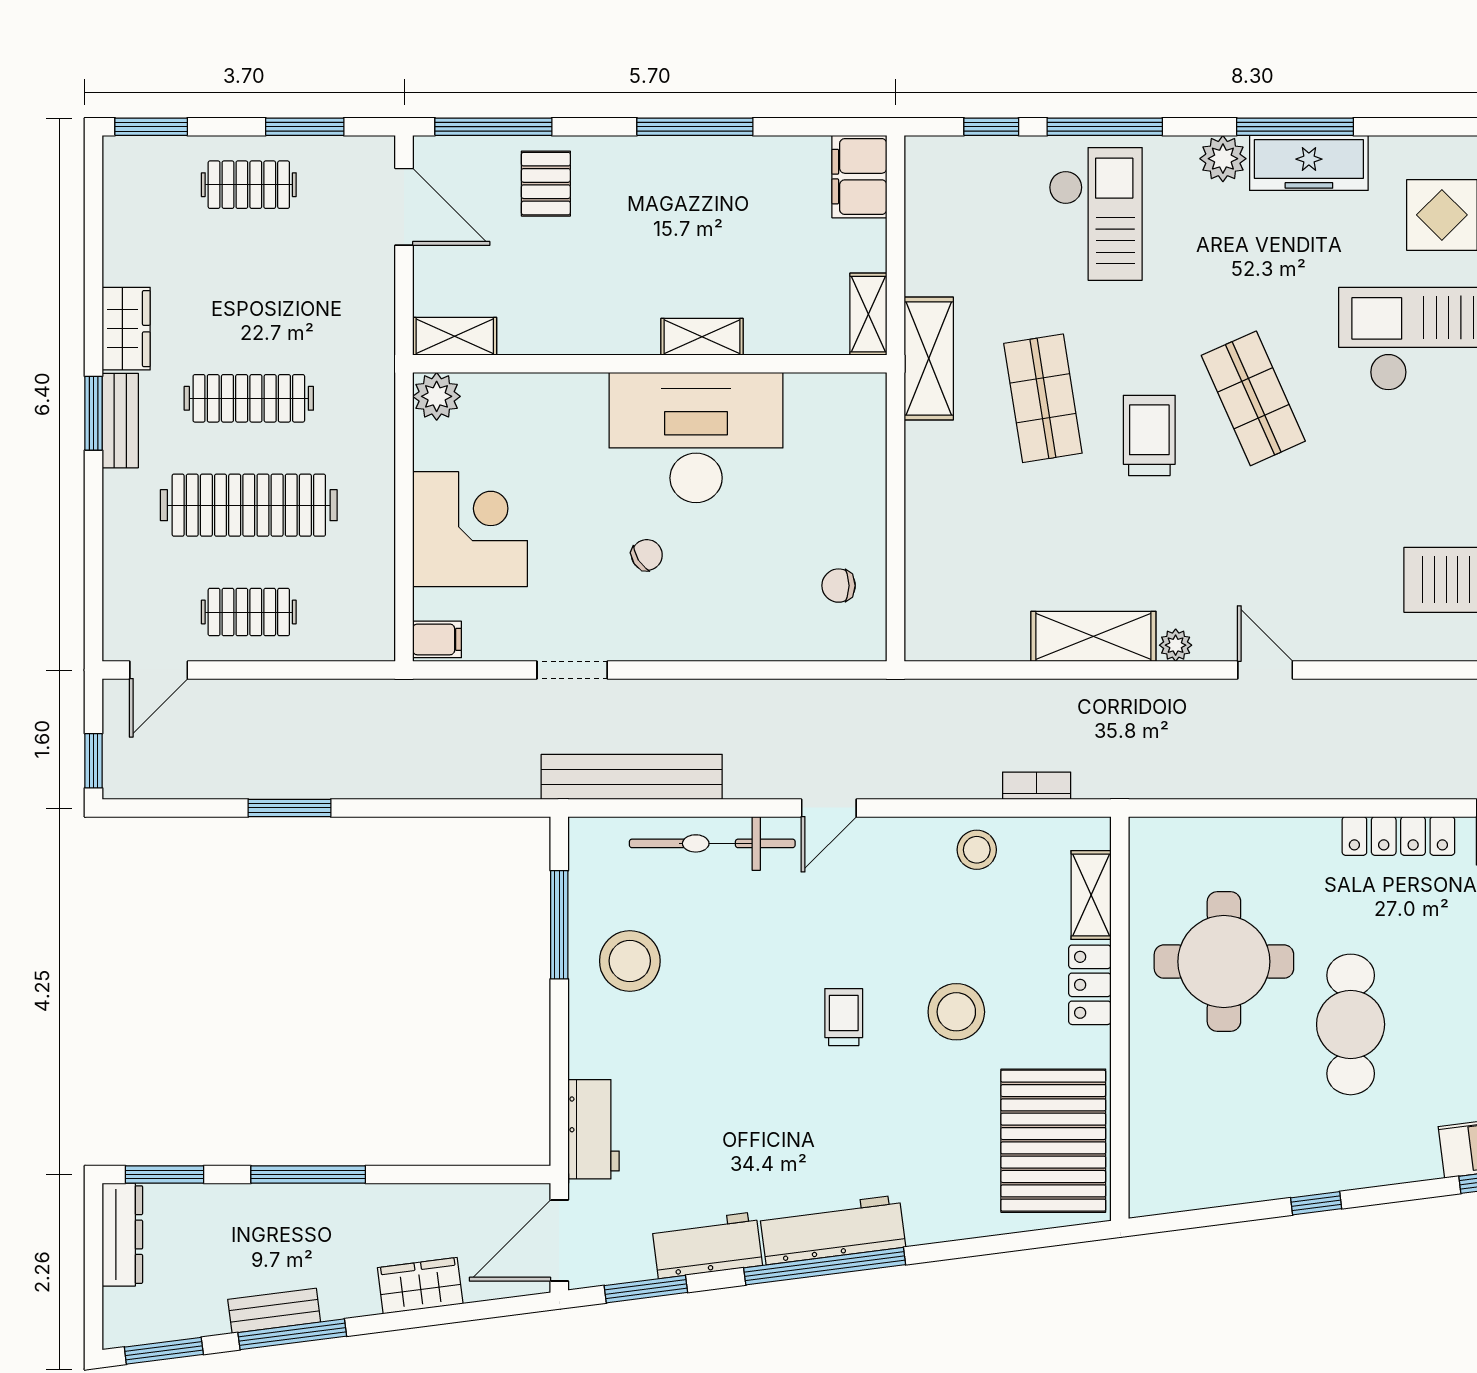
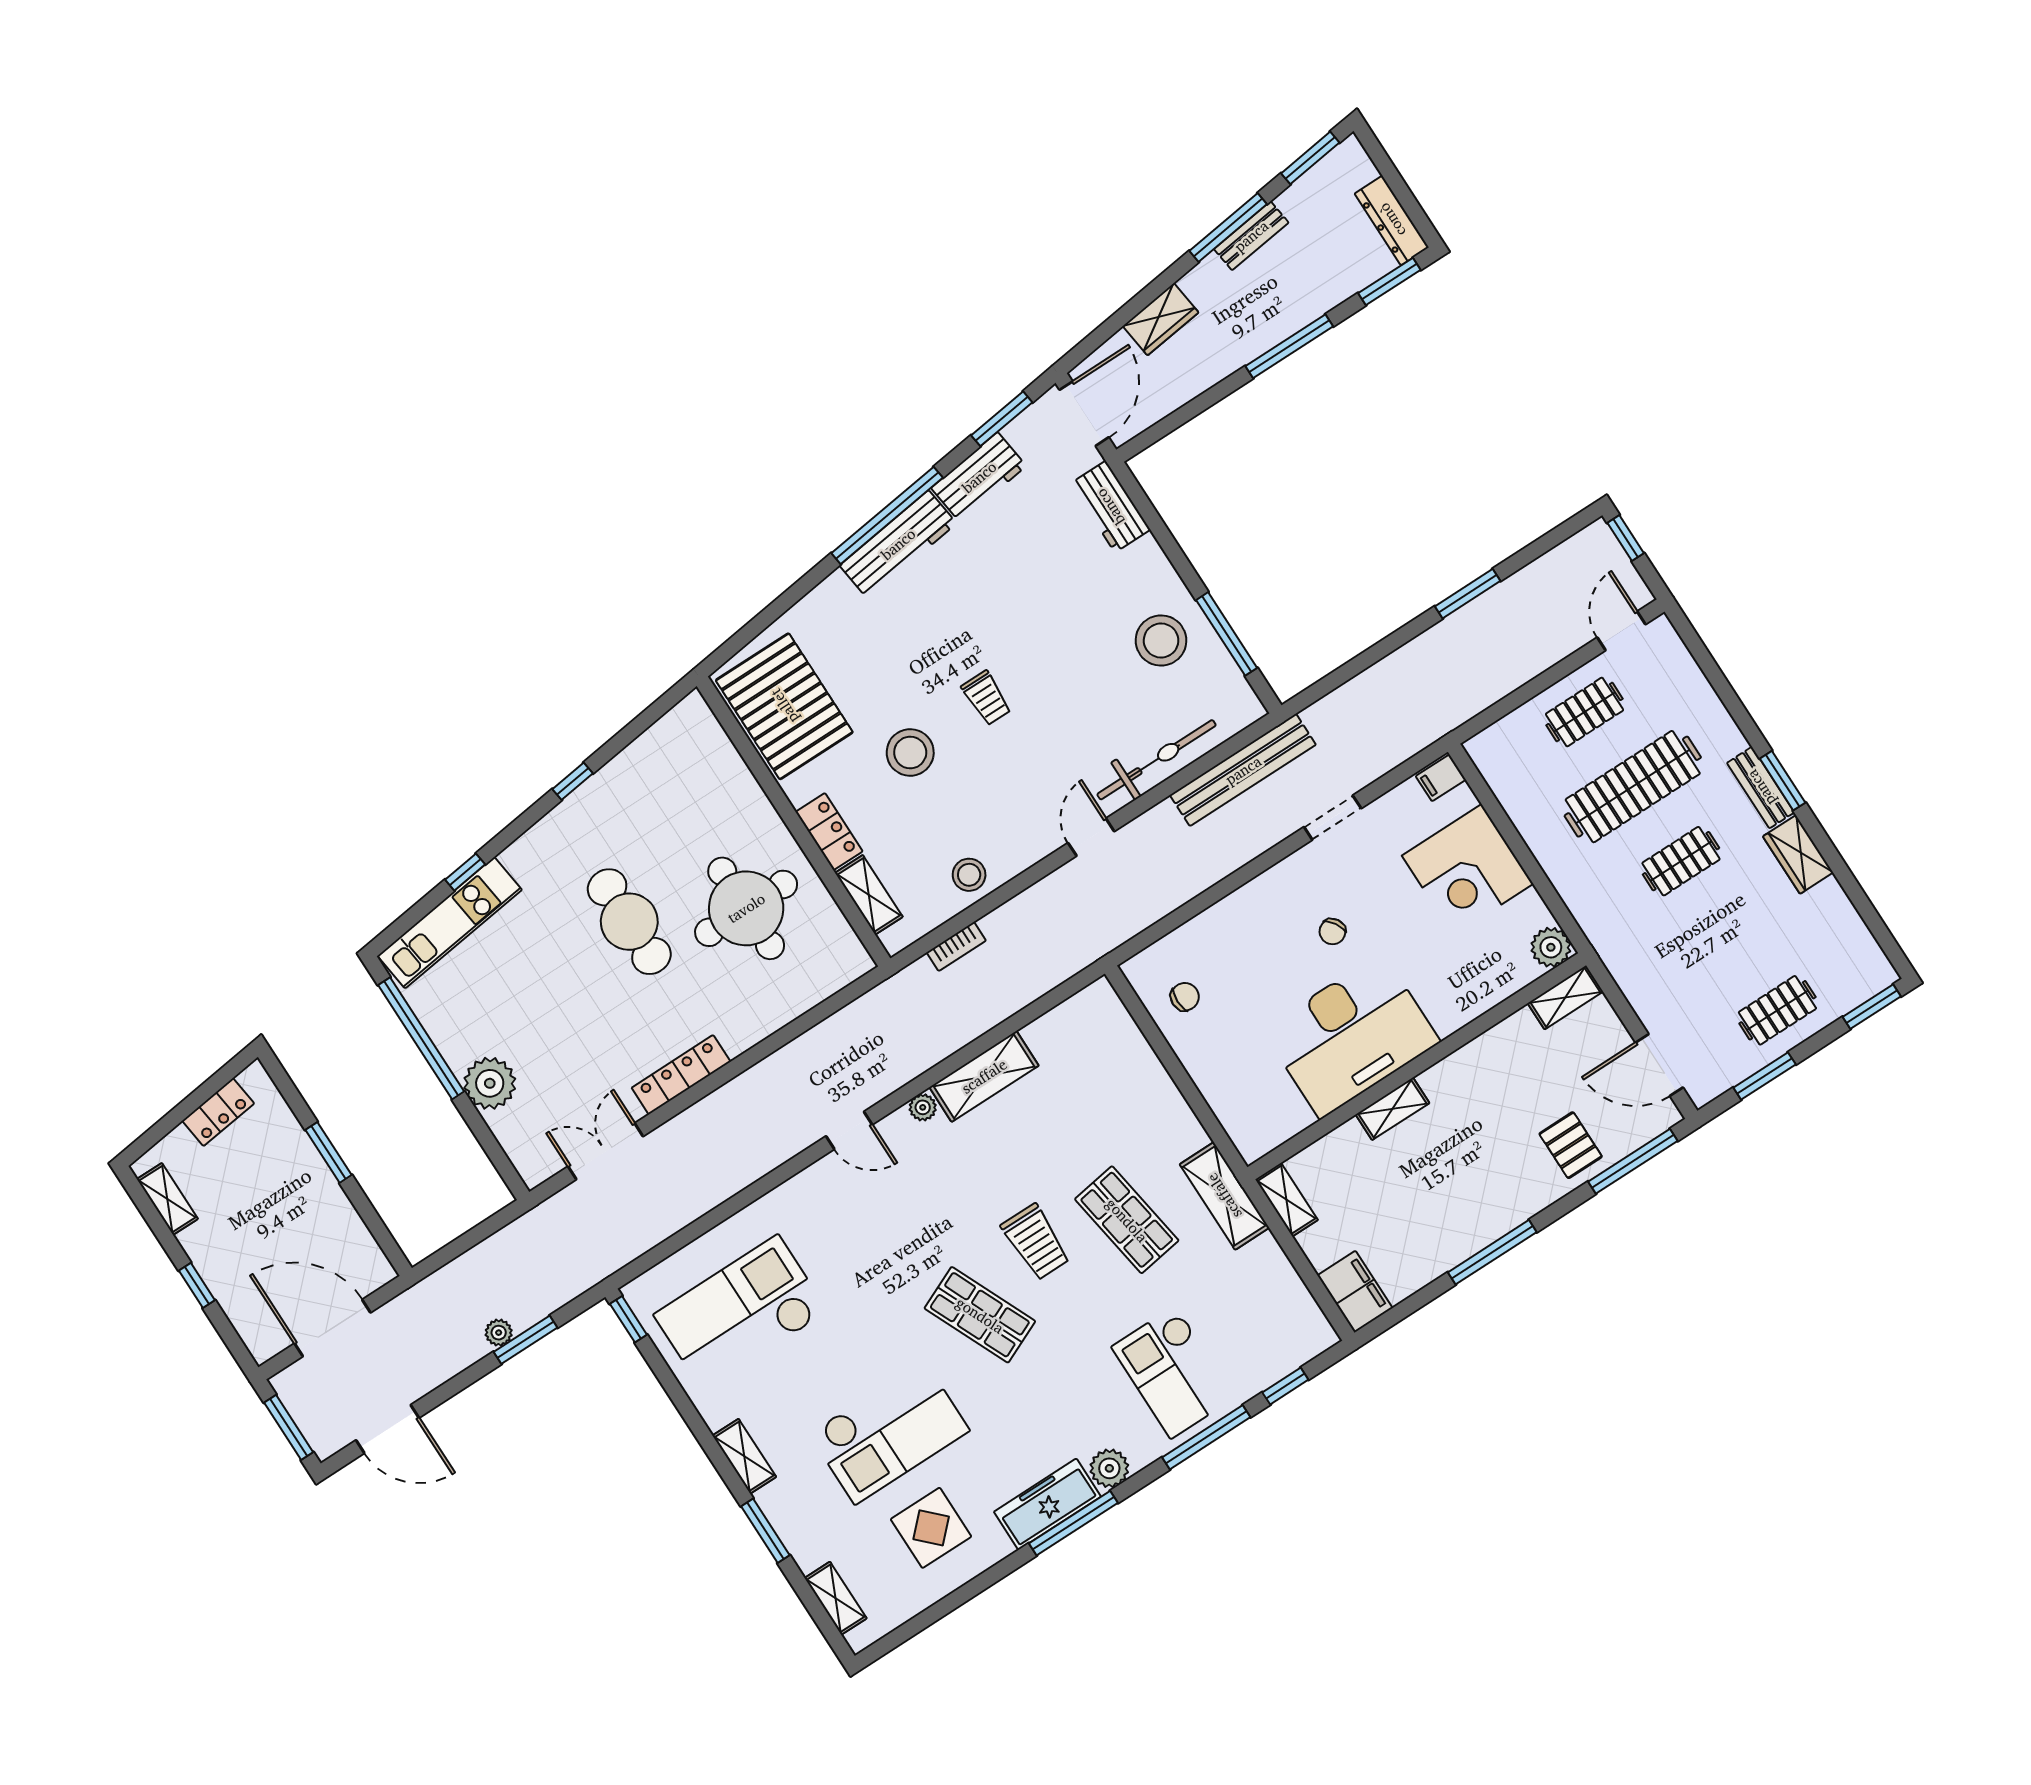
clothes rail: (249, 398) -> (1681, 861), width x0.73

